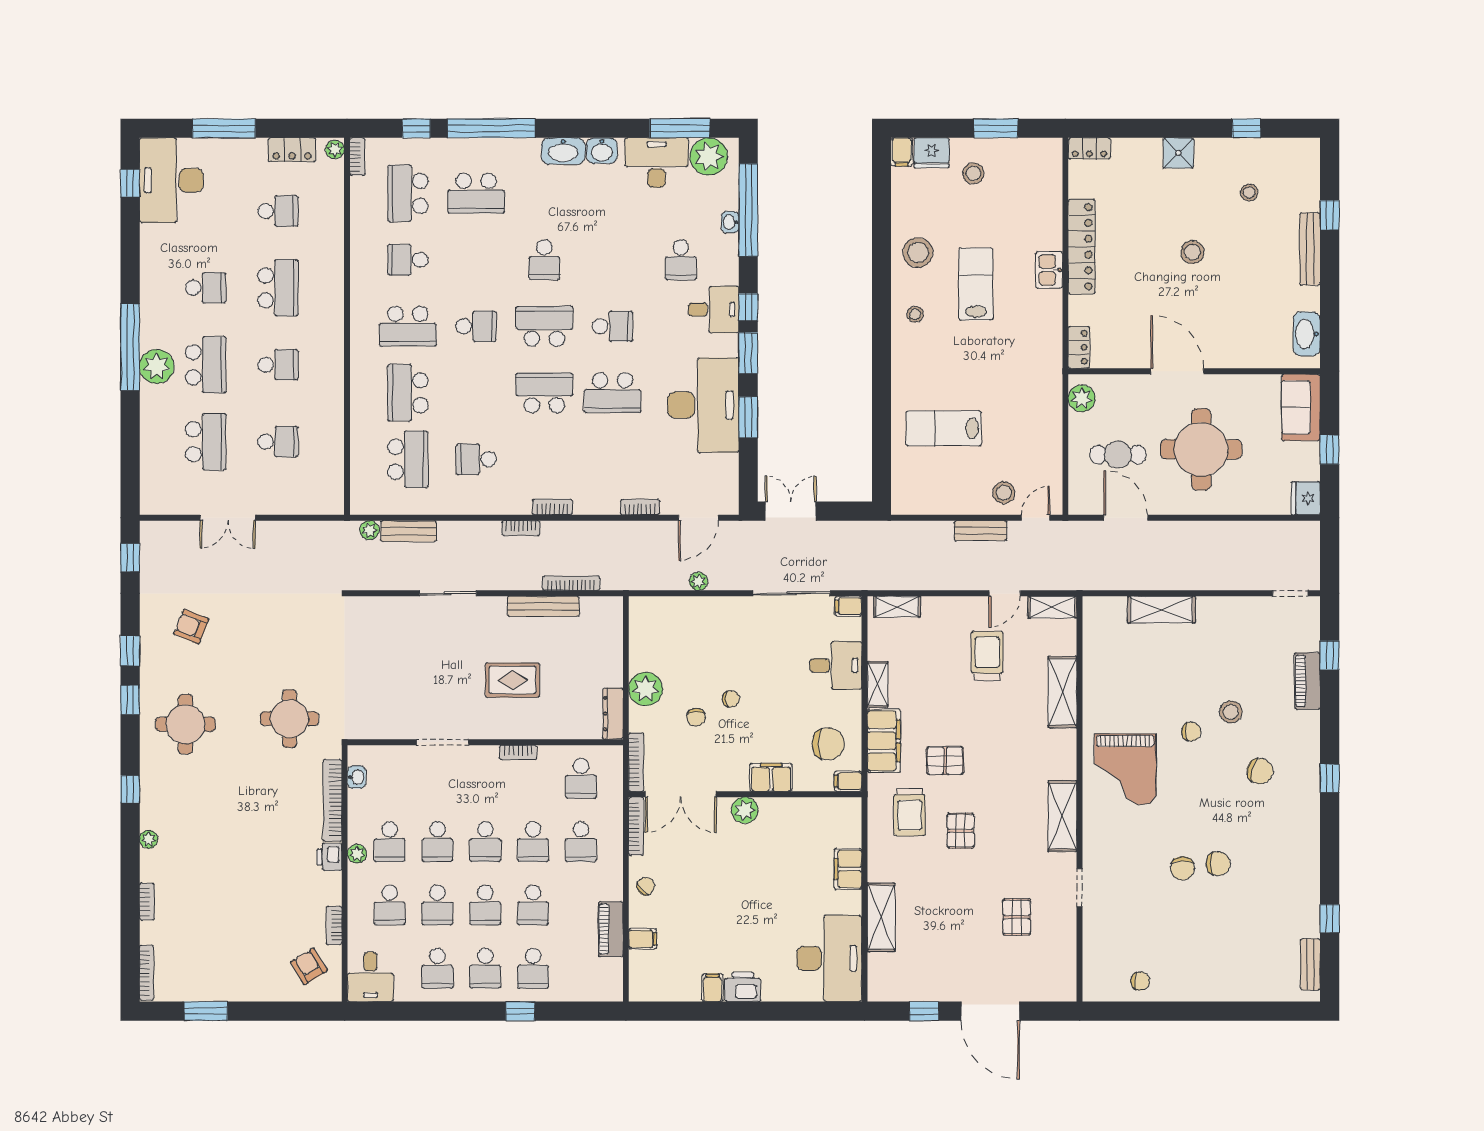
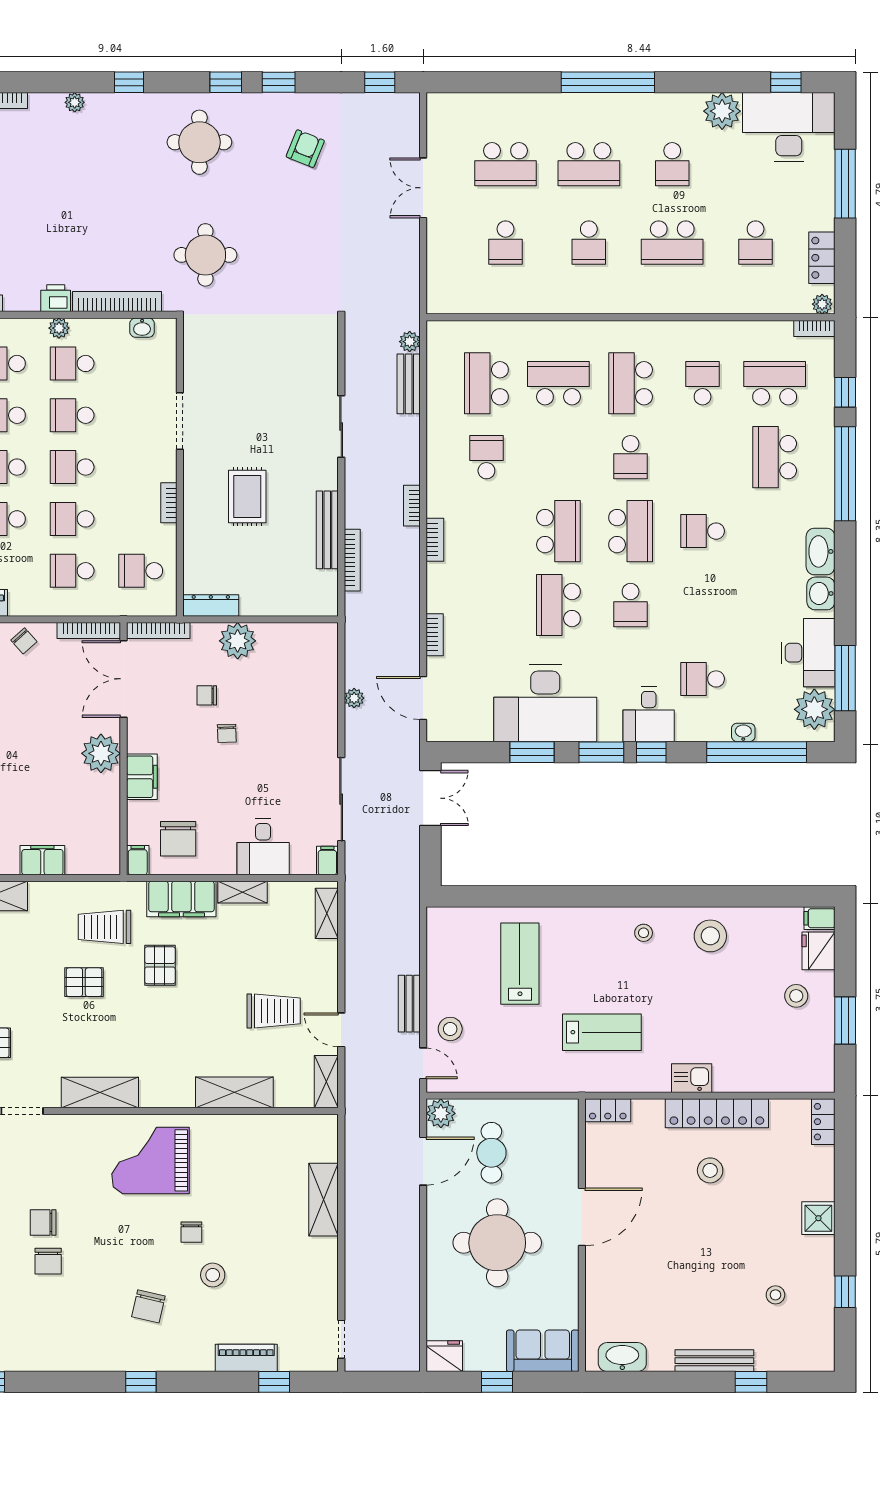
stool: (1192, 252) -> (710, 1170), moved
lab bench: (976, 284) -> (602, 1032), moved
plant: (157, 366) -> (722, 111), moved
plant: (1082, 398) -> (441, 1113), moved
school desk: (408, 459) -> (486, 383), turned 90
plant: (745, 810) -> (101, 753), width x1.36, depth x1.36

